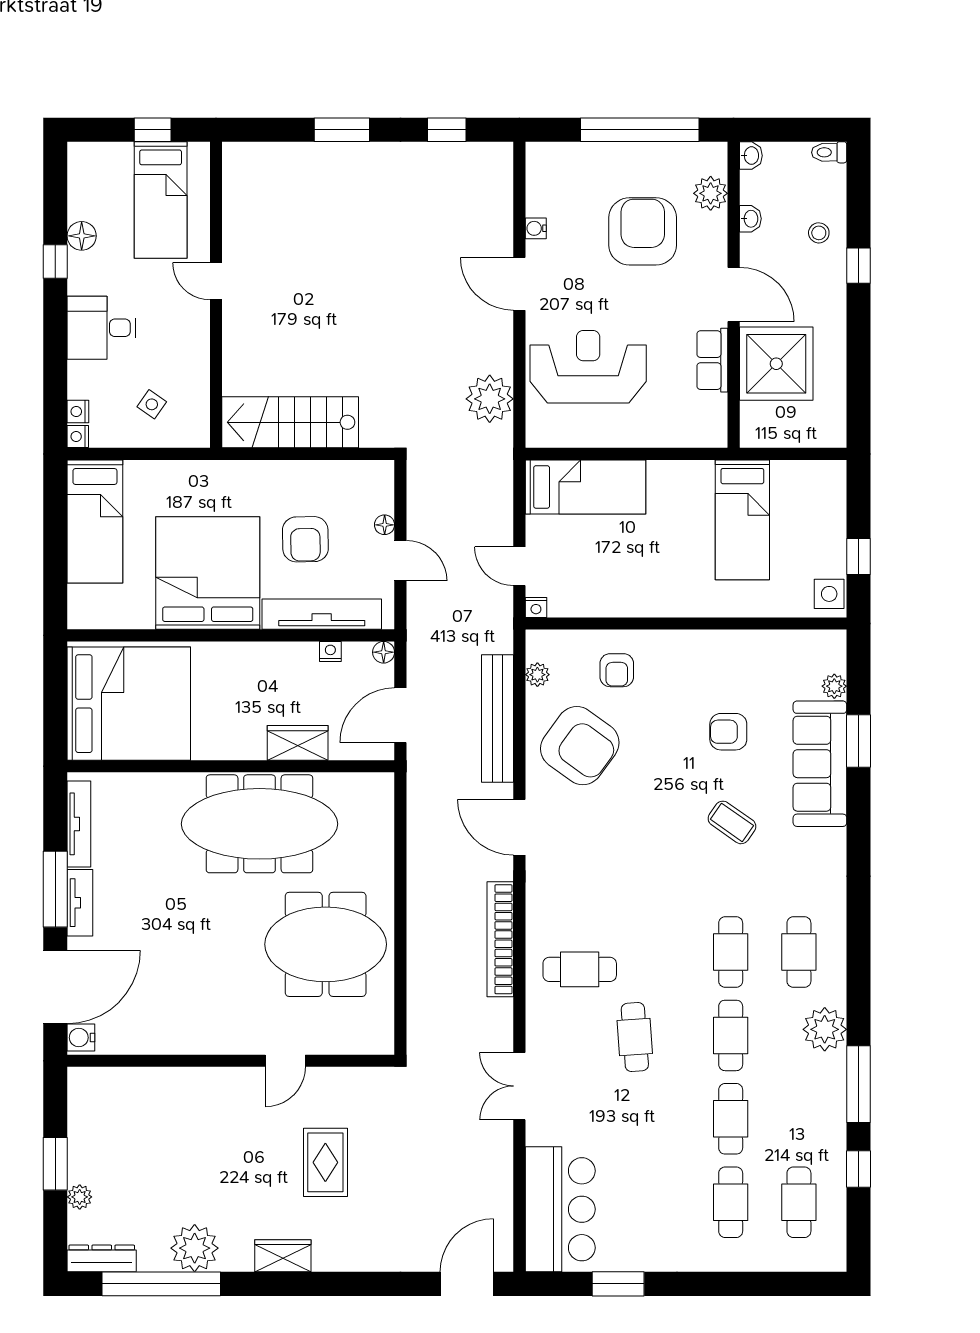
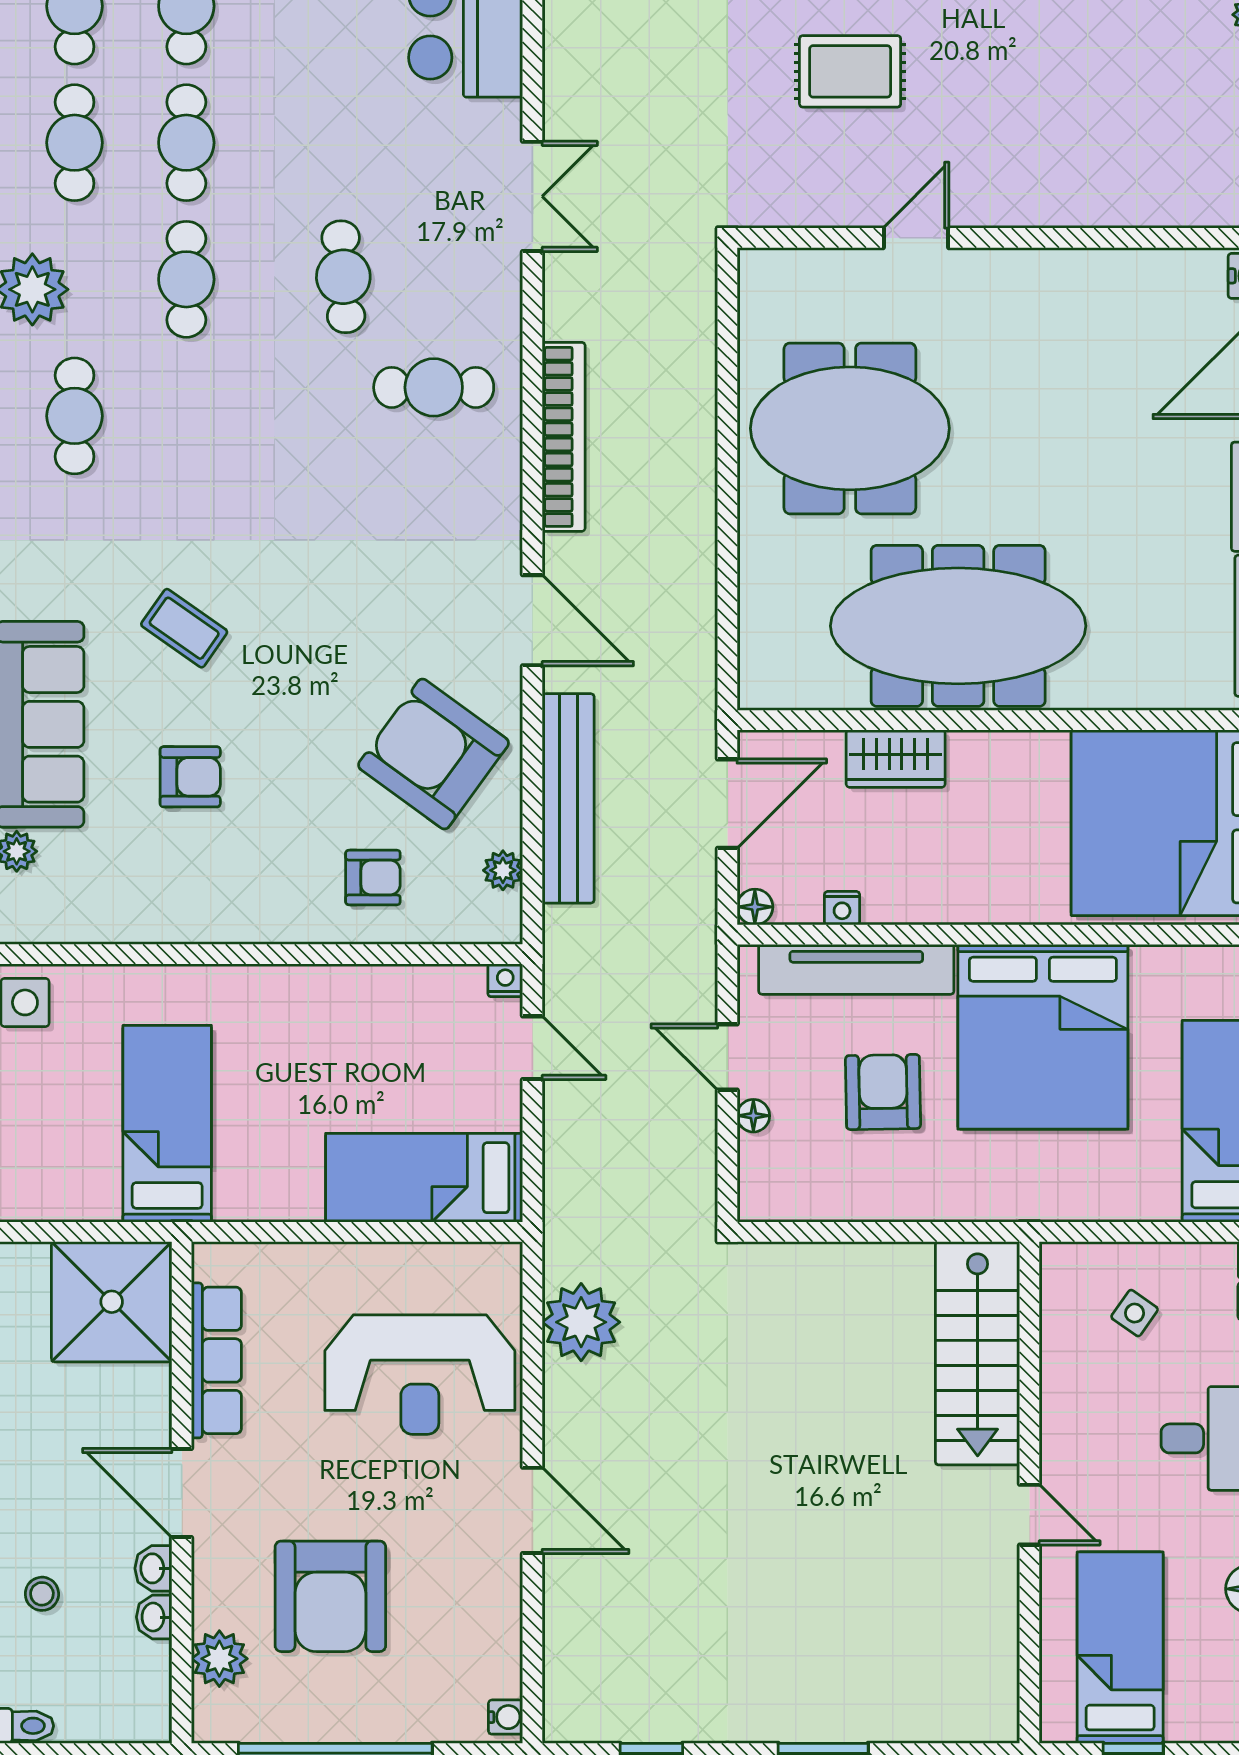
washbasin: (751, 156) -> (153, 1568), moved
water cooler: (536, 228) -> (506, 1717), moved
row of seats: (712, 360) -> (216, 1360), width x1.48
shower: (776, 364) -> (112, 1302), moved
stairs: (290, 422) -> (978, 1353), moved, turned 90
armchair: (617, 670) -> (373, 878), turned 90
cafe table: (731, 952) -> (75, 143), moved
rug: (325, 1162) -> (850, 71), turned 90

